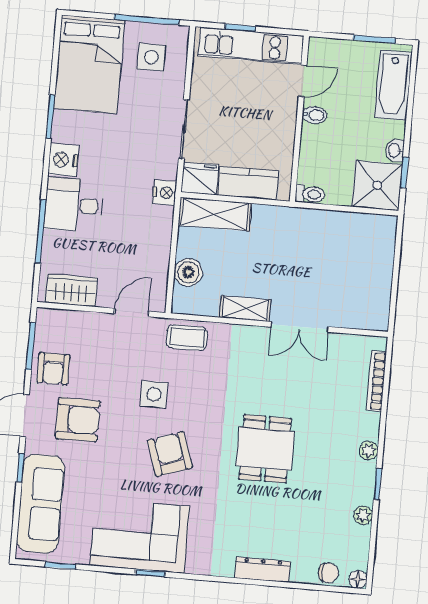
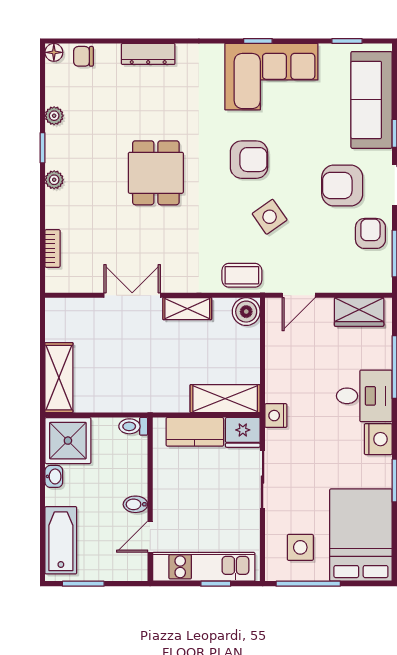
window: (404, 173) -> (43, 455), removed
shelving: (381, 250) -> (59, 378), added
boiler: (188, 272) -> (246, 312), moved
bookcase: (376, 381) -> (52, 248), width x0.64
side table: (154, 394) -> (270, 217), turned -35
armchair: (170, 454) -> (249, 160), turned -71

